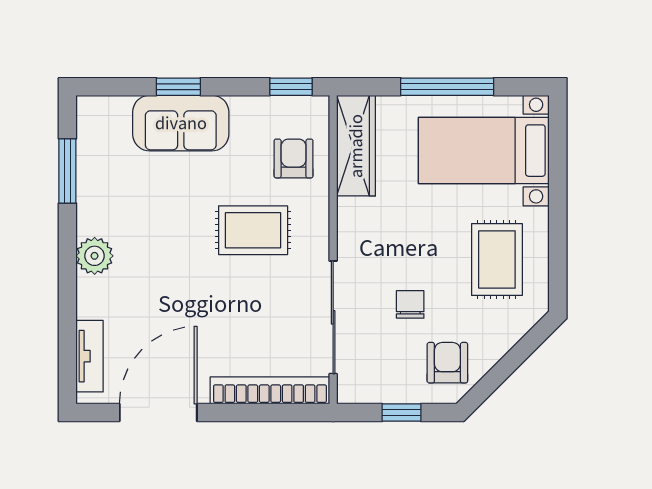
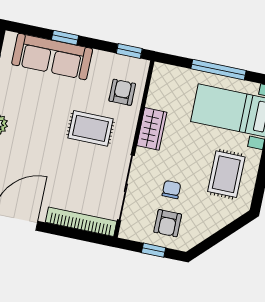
sofa: (181, 123) -> (52, 57), width x1.36
wardrobe: (356, 146) -> (152, 129), moved, width x0.67
armchair: (447, 363) -> (168, 223), moved, turned 180

